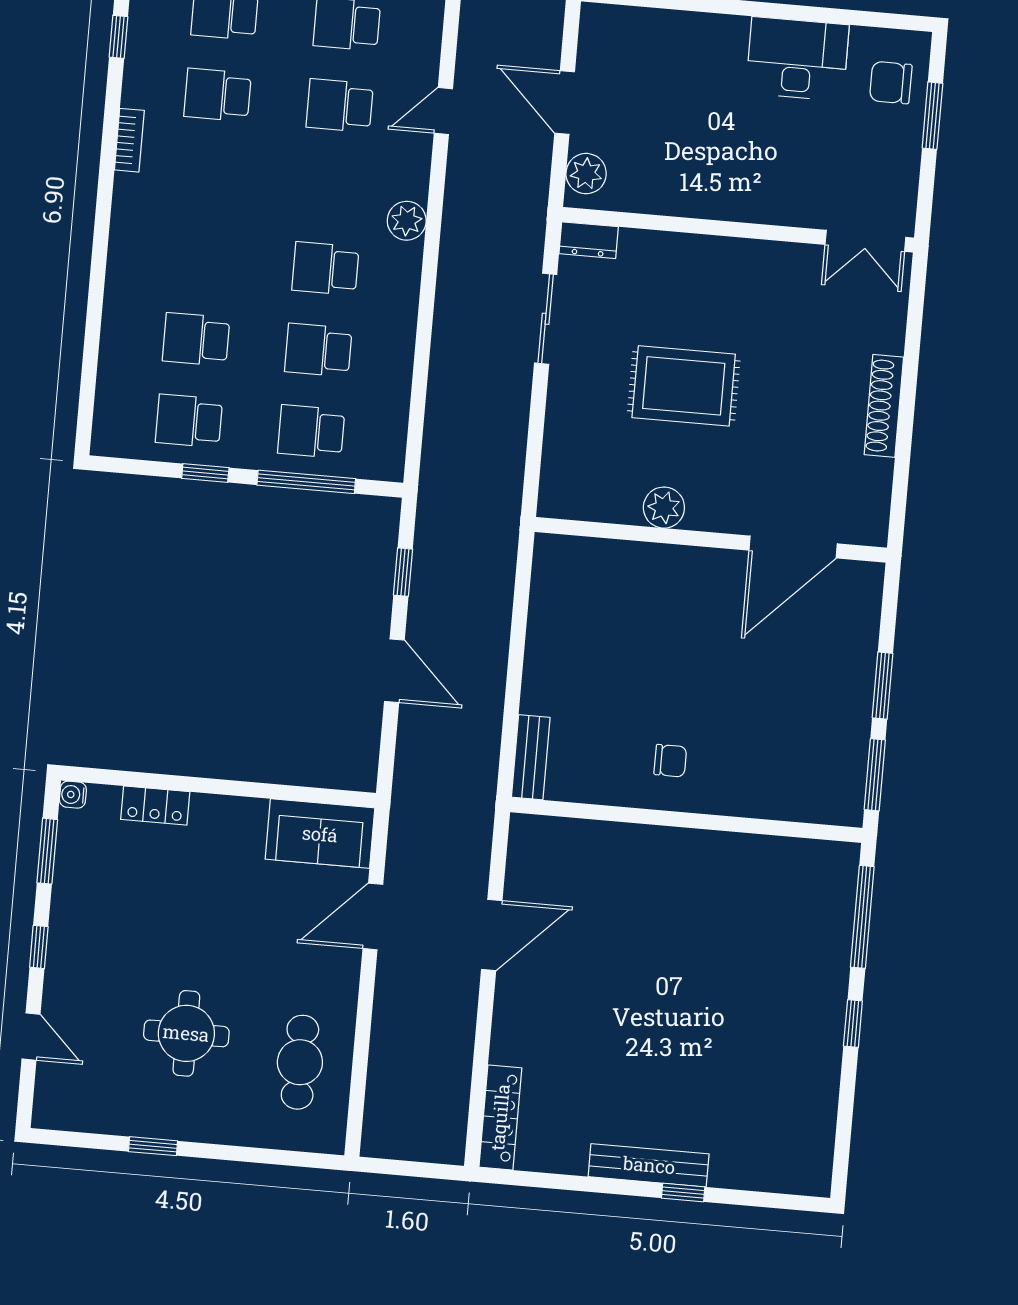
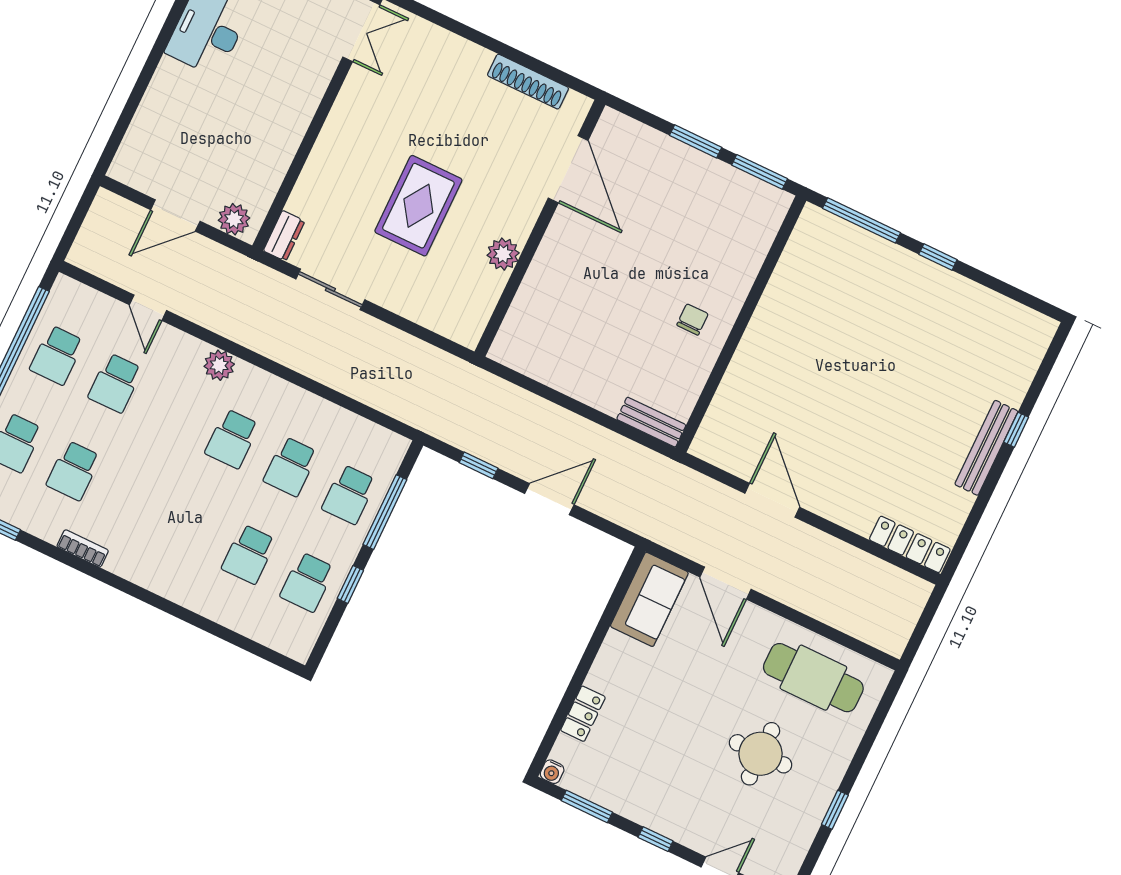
shoe rack: (884, 406) -> (528, 82), moved
cafe table: (300, 1062) -> (813, 678), width x1.37, depth x1.35

